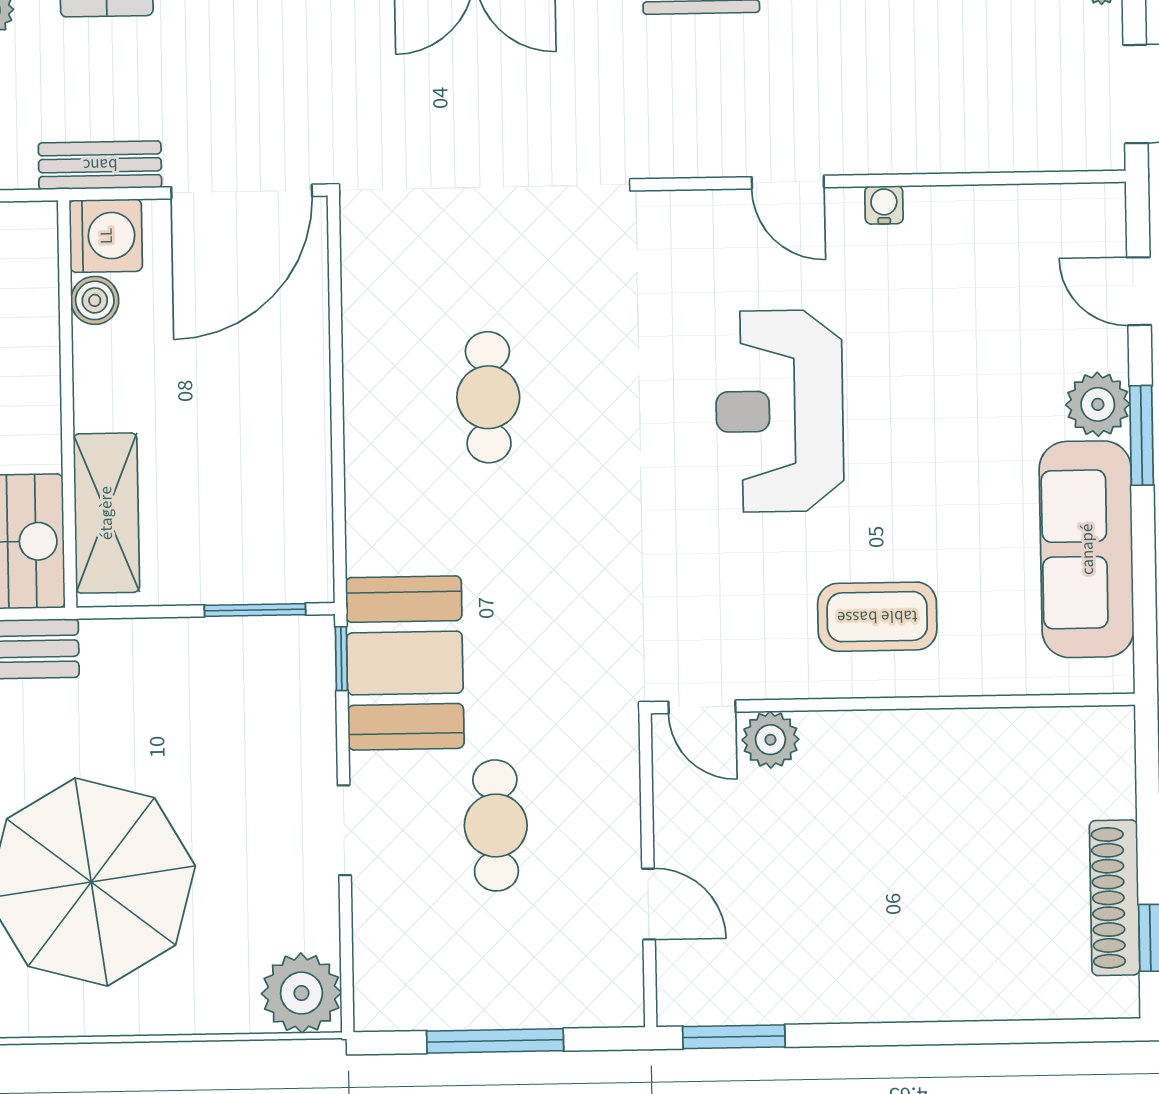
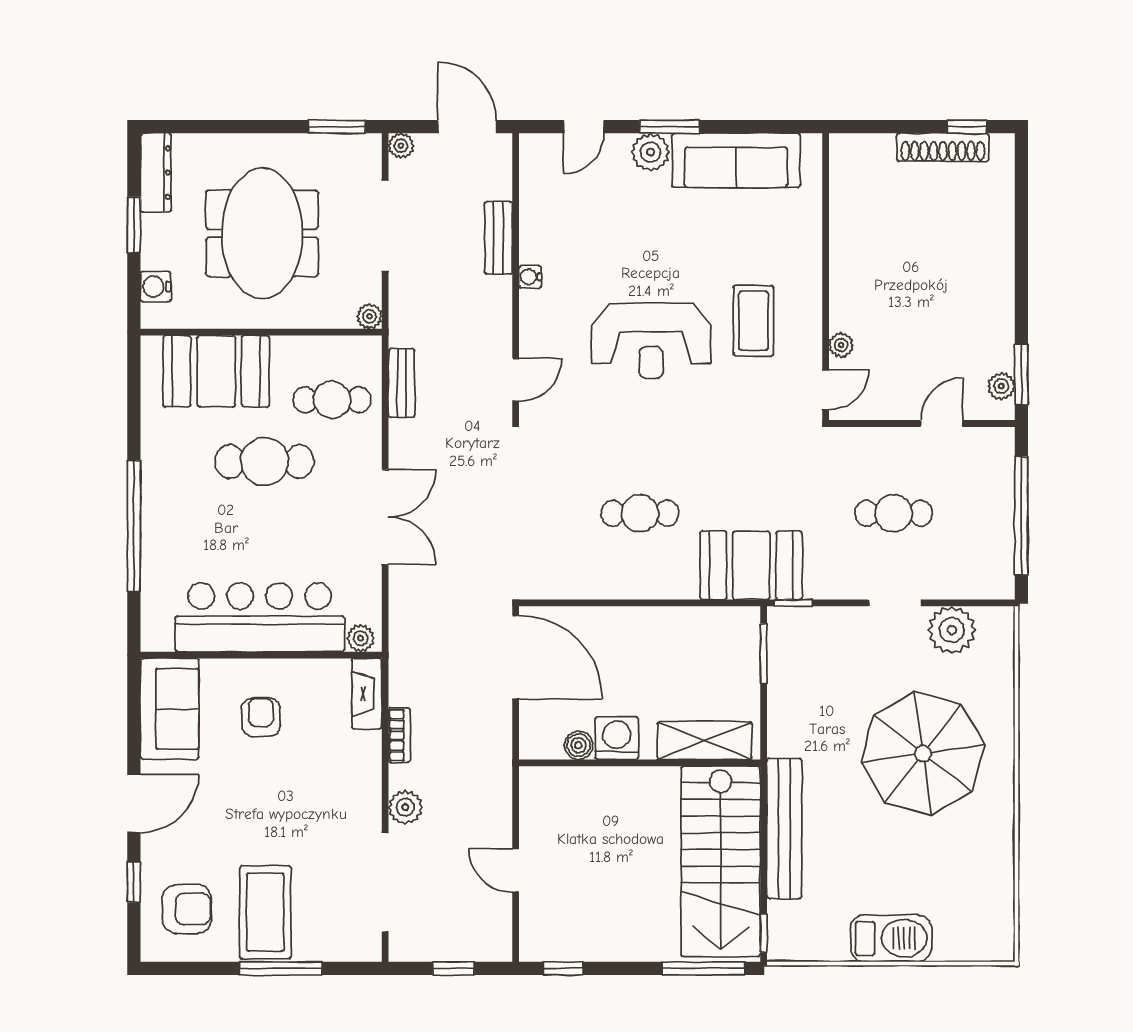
bench: (100, 165) -> (498, 238), moved
door: (788, 182) -> (516, 380), moved
washing machine: (106, 236) -> (617, 738), moved
coffee table: (877, 617) -> (753, 321), moved
booth: (405, 663) -> (751, 565), moved
plant: (770, 740) -> (841, 345), width x0.73, depth x0.73
plant: (301, 993) -> (952, 630), moved
plant: (713, 1003) -> (1001, 386), added
window: (495, 1041) -> (1021, 516), width x1.46

